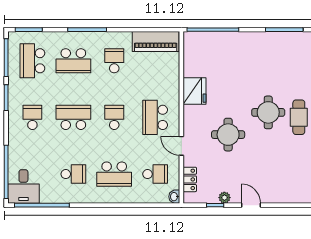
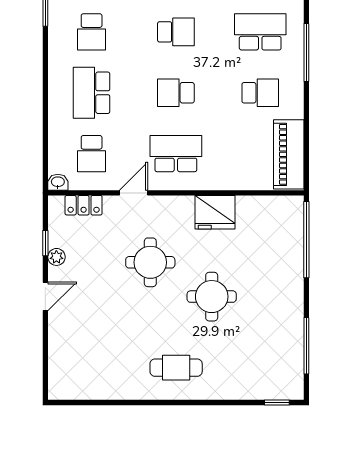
school desk: (73, 61) -> (260, 32), turned 90
round table: (268, 112) -> (212, 297), moved
school desk: (73, 117) -> (176, 32), width x0.54
school desk: (114, 117) -> (176, 93), turned 180

